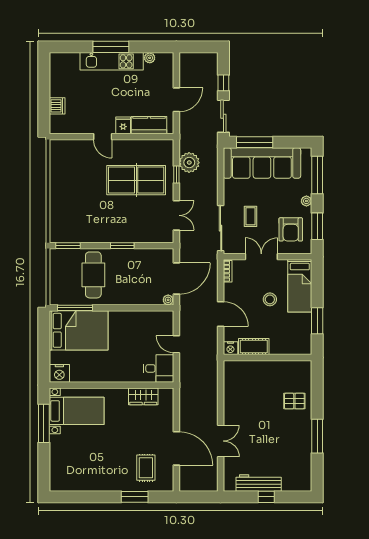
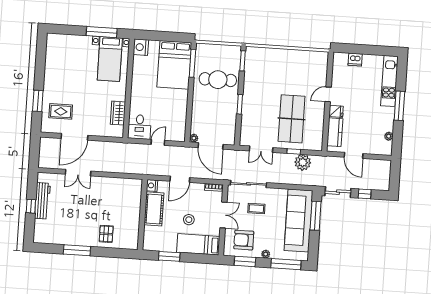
kitchen unit: (112, 61) -> (390, 81), moved
cot: (254, 347) -> (154, 209), width x1.37, depth x1.34

